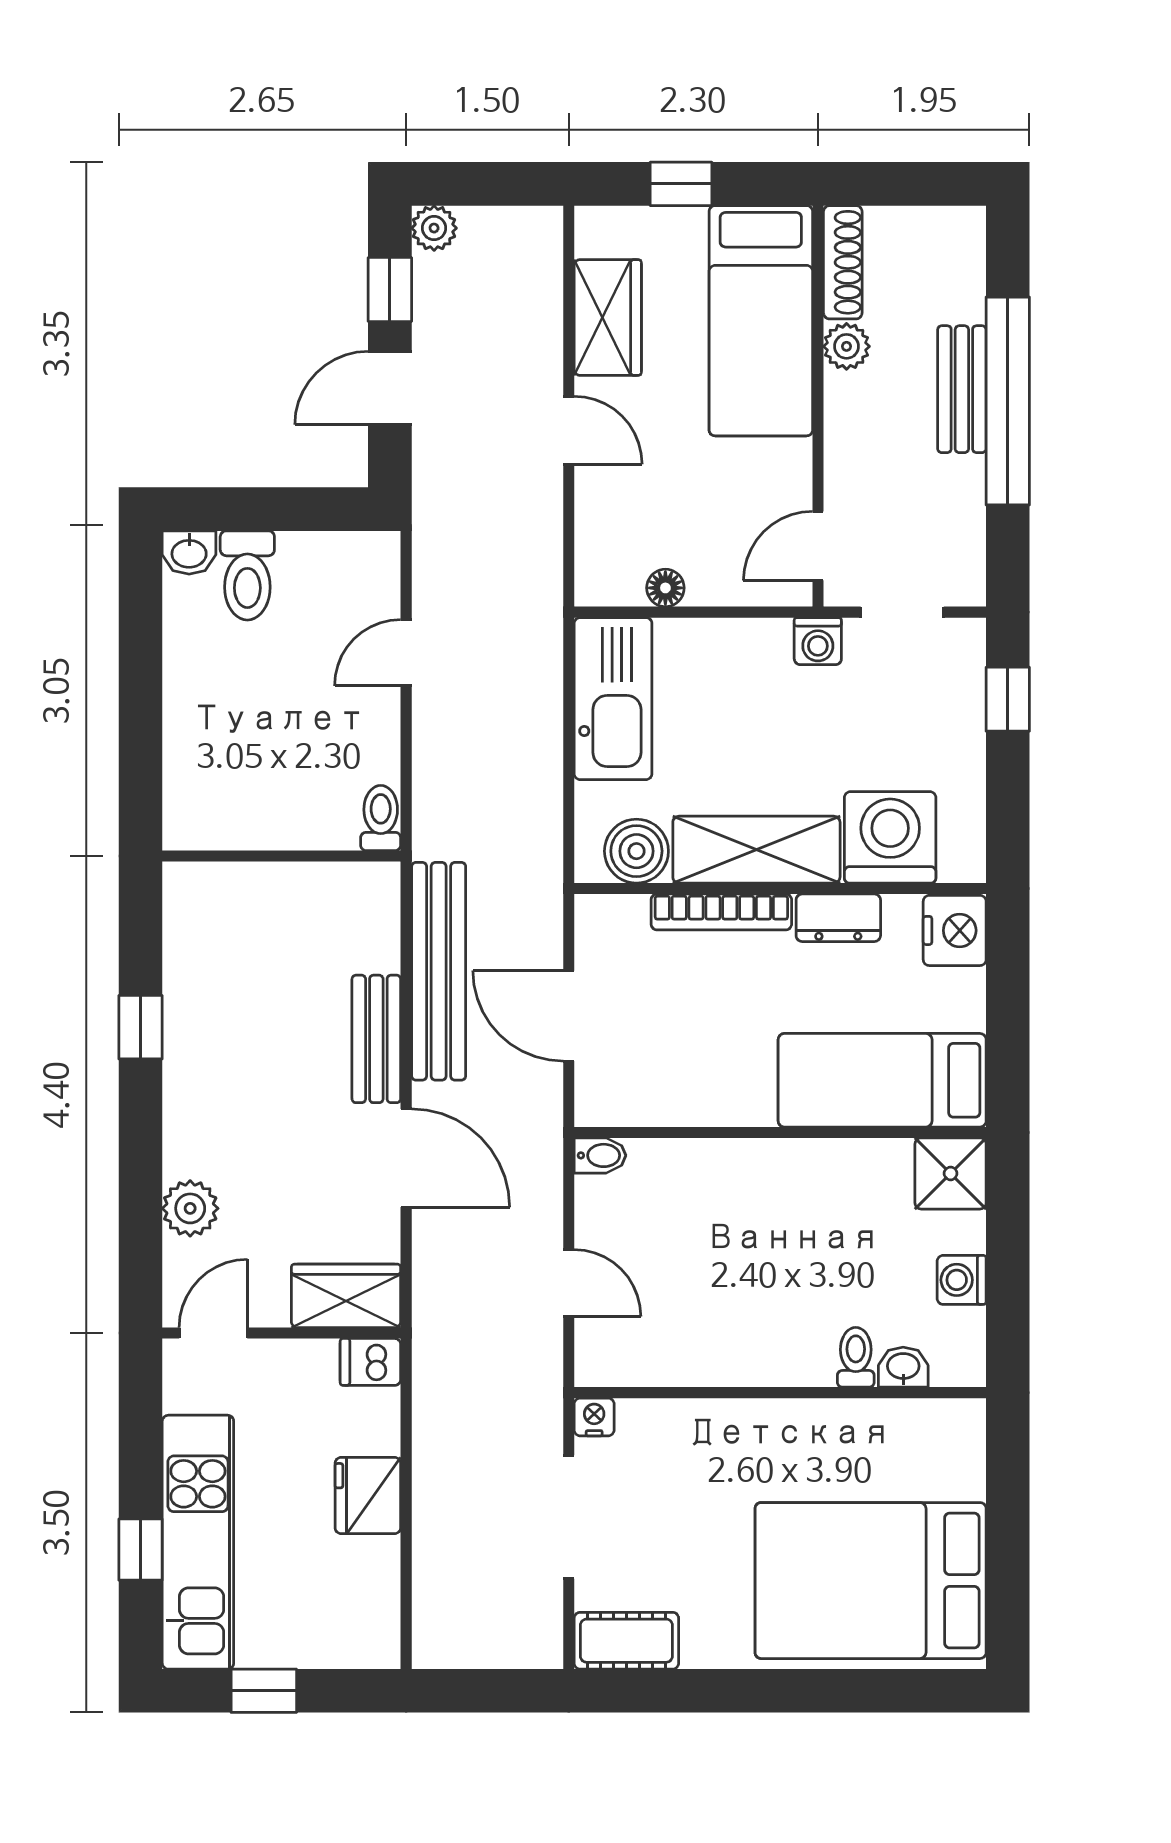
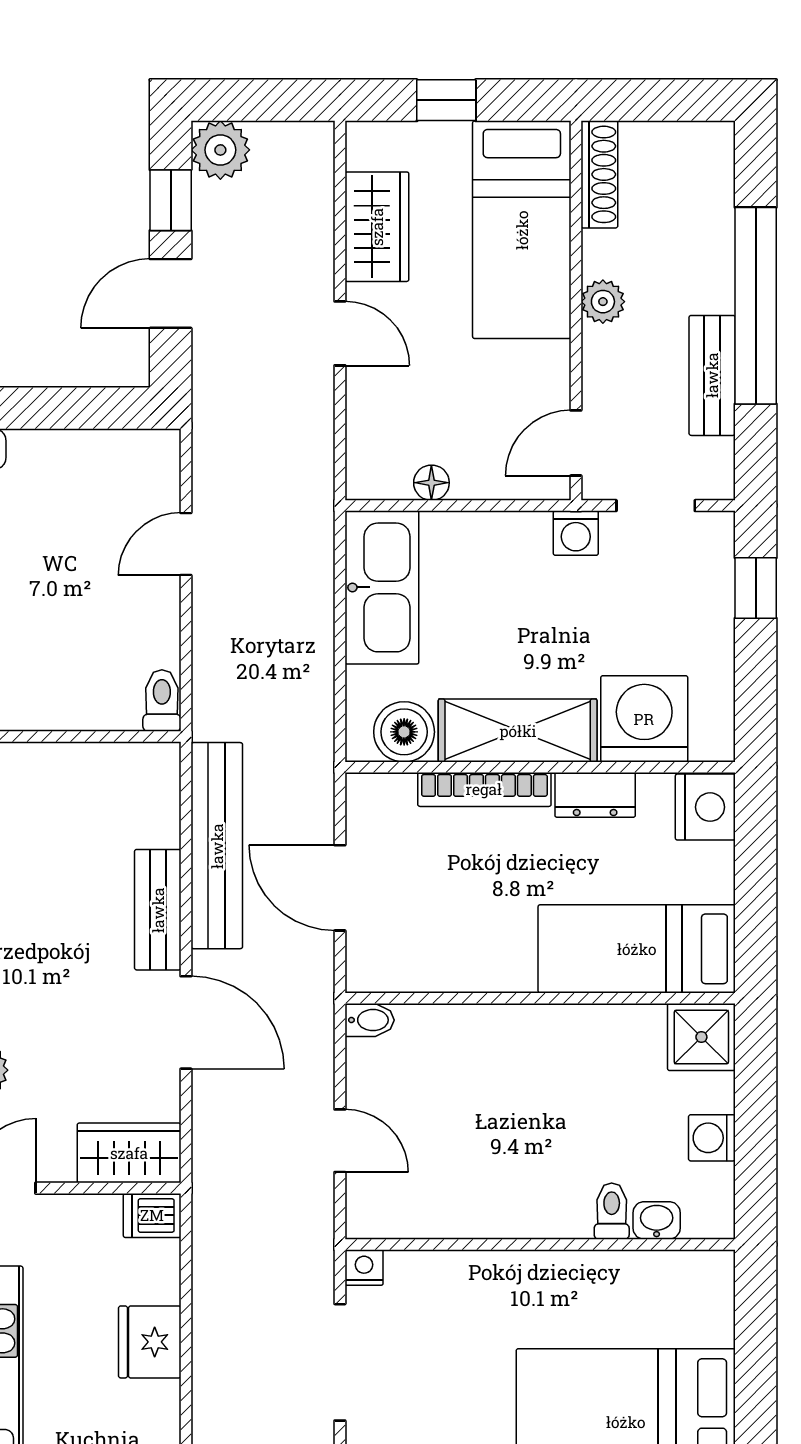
plant: (434, 228) -> (220, 150), width x1.38, depth x1.38
plant: (847, 346) -> (603, 302), moved
bench: (962, 389) -> (712, 375), moved
toilet: (247, 575) -> (36, 471), removed

